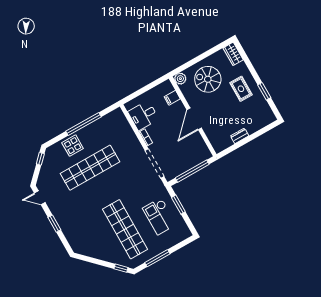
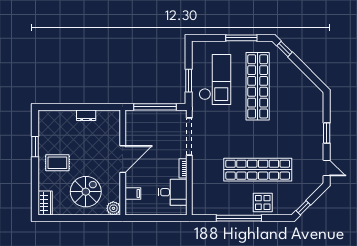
spiral stairs: (208, 79) -> (86, 192), turned -90
rug: (241, 89) -> (57, 163), turned 90
checkout: (159, 216) -> (215, 79), width x1.36, depth x1.21

